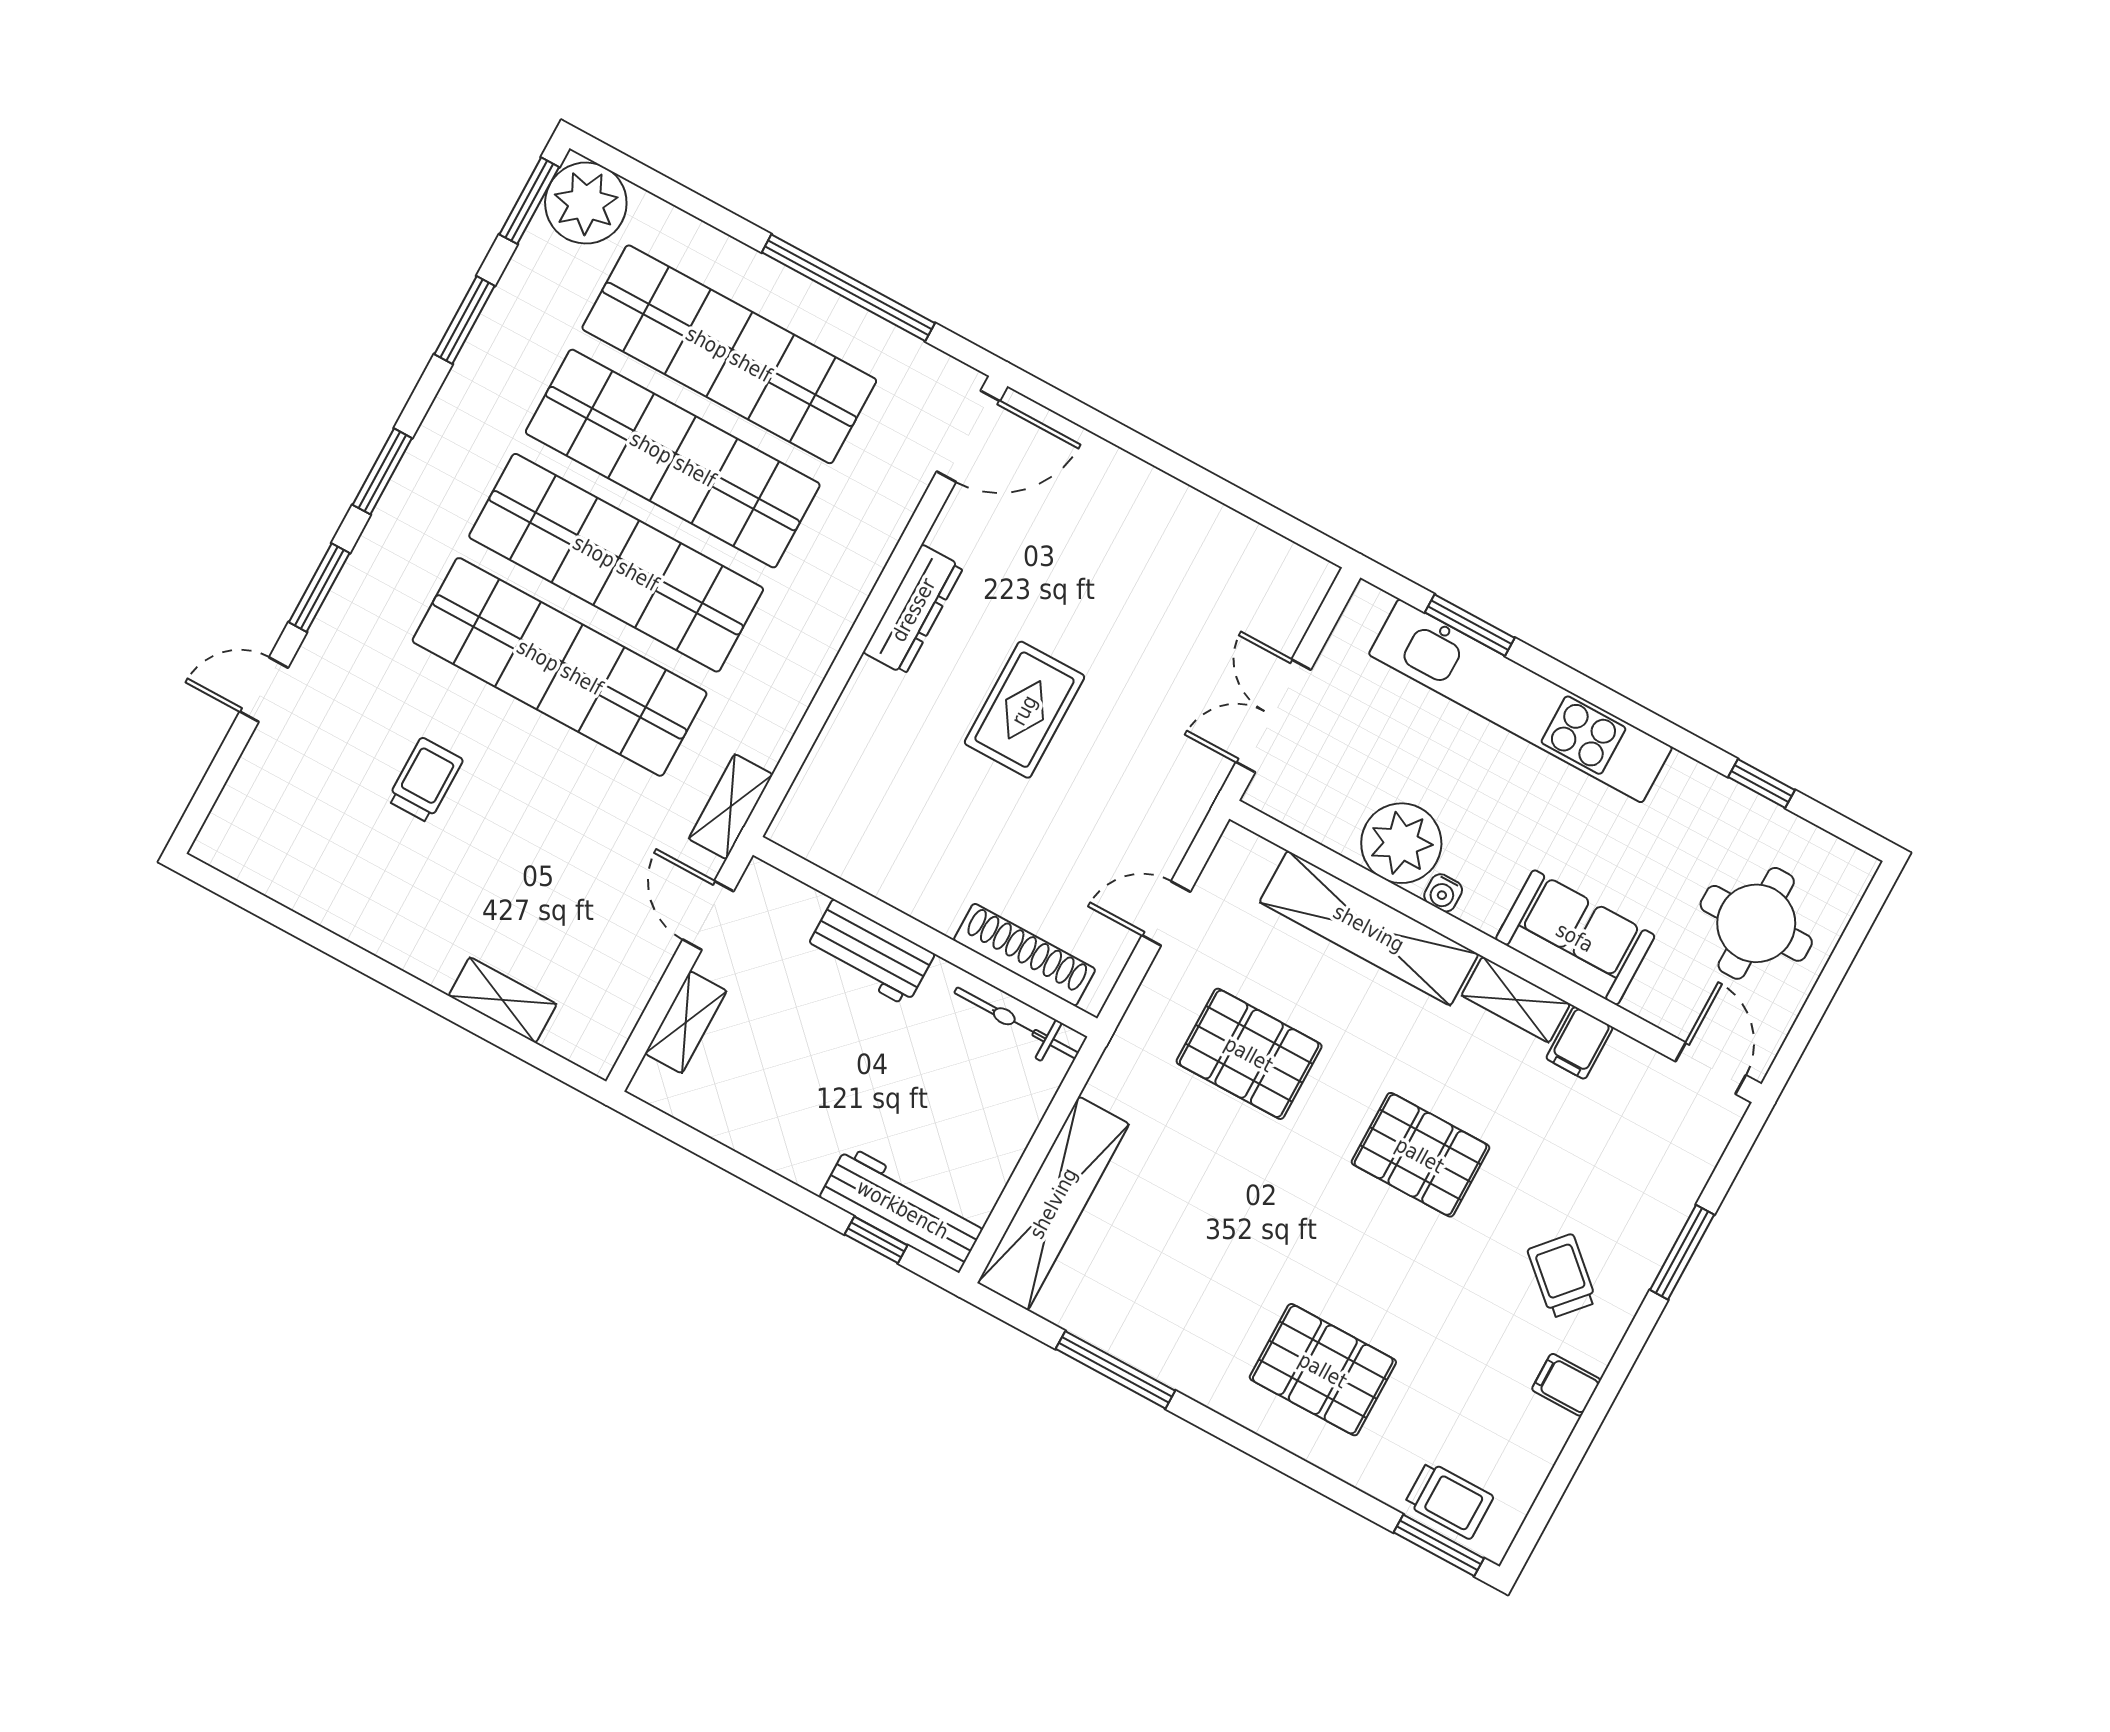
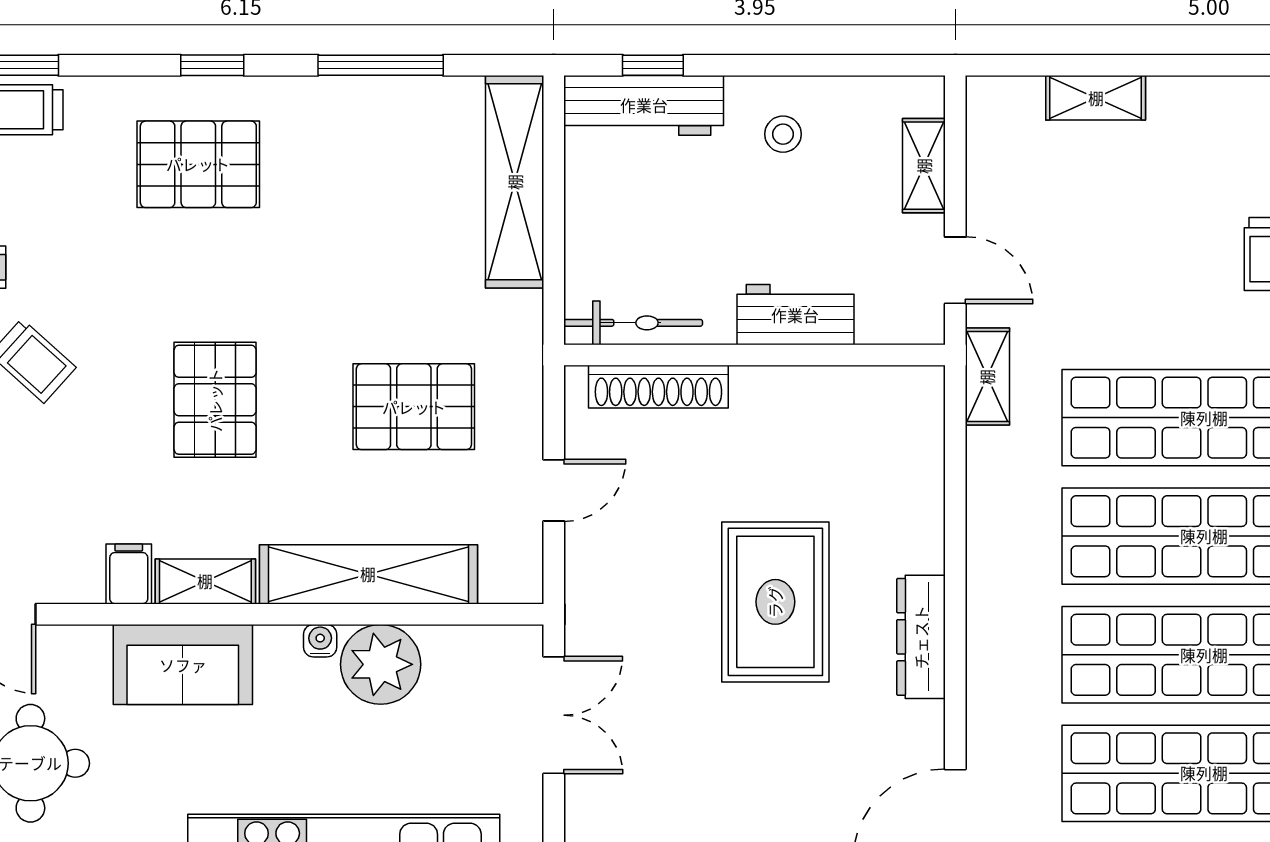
rug: (1024, 710) -> (775, 602), width x1.36, depth x1.43
stool: (795, 1117) -> (783, 134), added
pallet: (1420, 1155) -> (215, 400), turned 90
window: (1263, 1450) -> (212, 65), added

